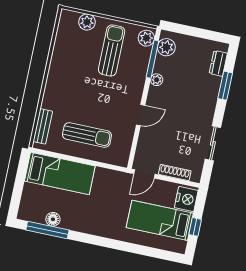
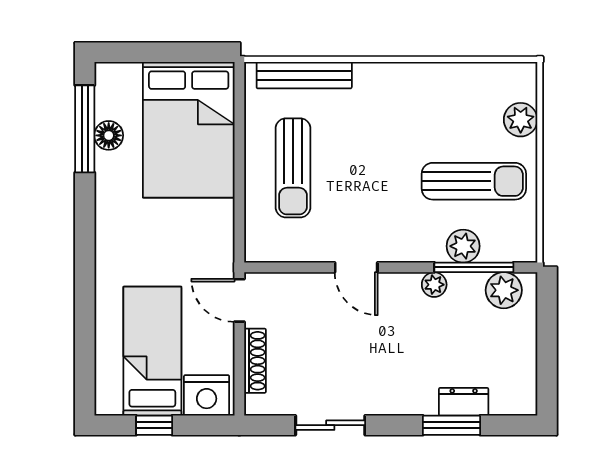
plant: (146, 38) -> (463, 246), moved
dresser: (218, 63) -> (464, 402), moved
bench: (43, 126) -> (304, 75), width x1.36
bed: (60, 173) -> (189, 130), width x1.50

